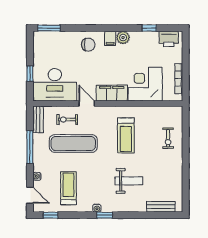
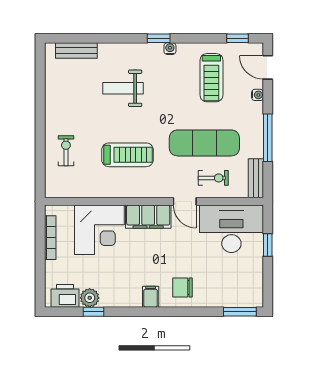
plant: (123, 38) -> (90, 298), moved
treadmill: (126, 135) -> (128, 155), turned 90

